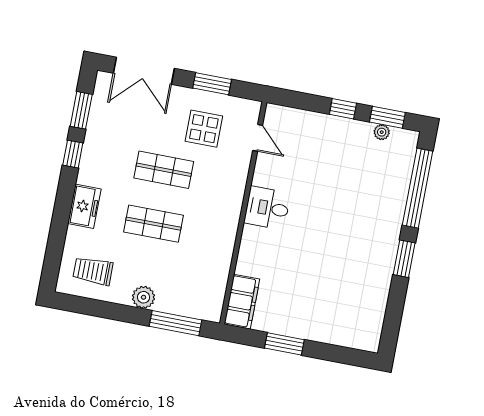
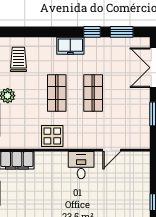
display table: (204, 129) -> (52, 136), moved
door: (258, 138) -> (112, 150), moved
freezer: (84, 206) -> (70, 46), moved

